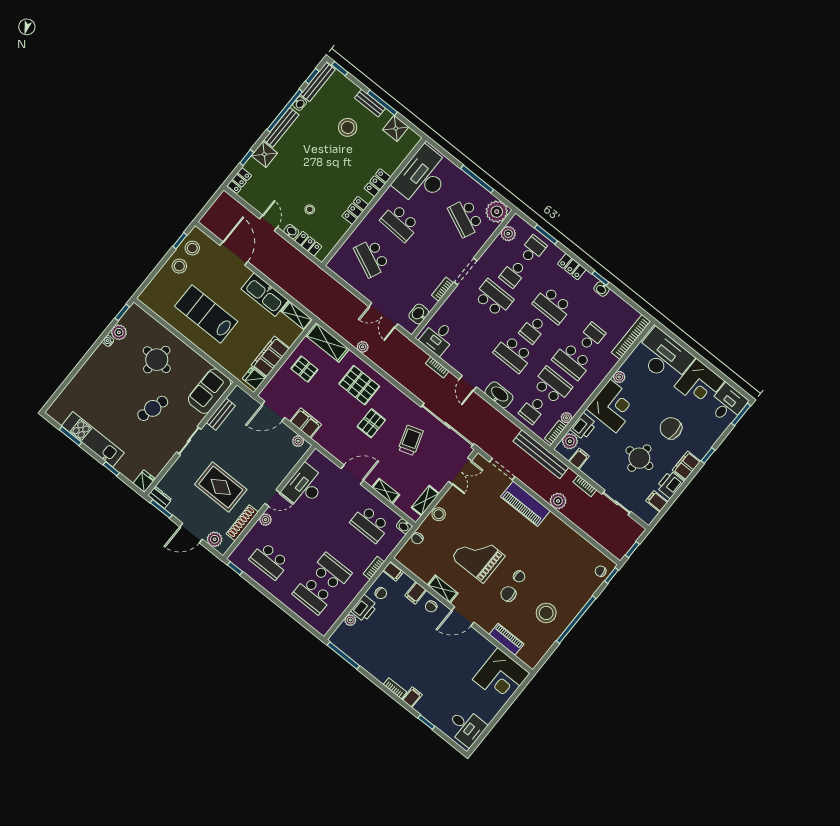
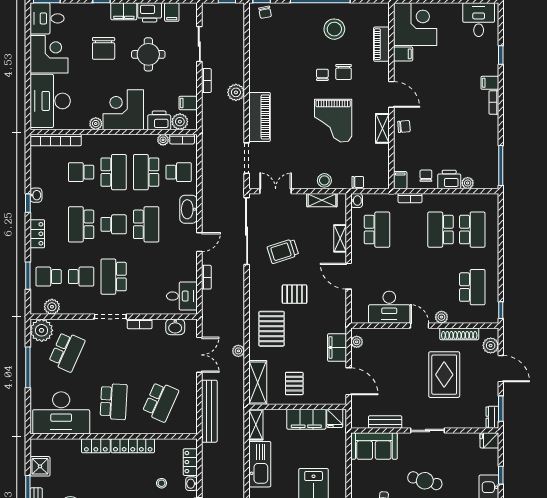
locker: (355, 210) -> (133, 446), width x1.53
school desk: (552, 305) -> (81, 224), turned 180
bench: (541, 454) -> (209, 411), moved
filing cabinet: (416, 593) -> (403, 54), moved

